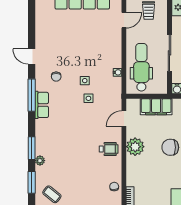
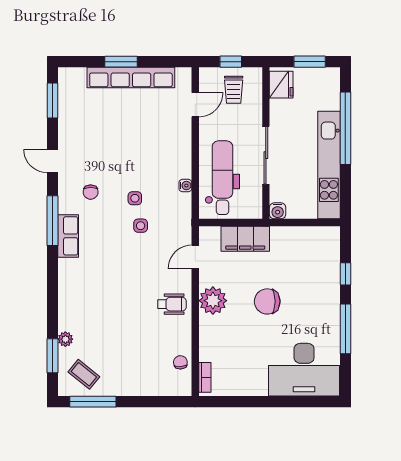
window: (32, 148) -> (53, 100), moved
plant: (40, 161) -> (65, 339), moved

